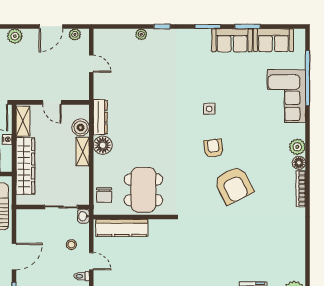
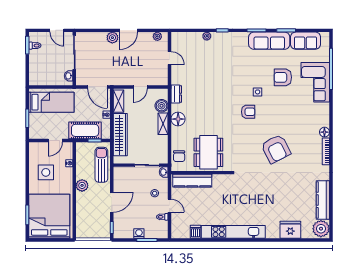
door: (51, 26) -> (129, 30), moved
sofa: (232, 40) -> (269, 41), width x1.36
armchair: (243, 89) -> (283, 77), added
door: (52, 102) -> (140, 87), hinge flipped
dresser: (100, 117) -> (176, 94), width x0.70
plant: (297, 147) -> (323, 120), removed
armchair: (213, 148) -> (248, 112), moved, turned 97
kitchen counter: (297, 254) -> (323, 200), added

